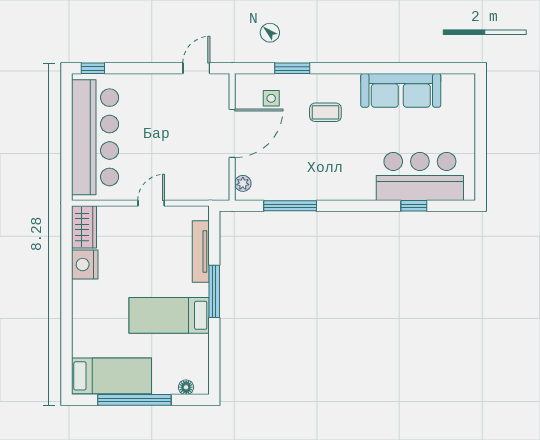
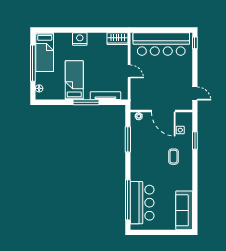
sofa: (401, 90) -> (184, 210), moved
window: (414, 206) -> (128, 200), width x3.17
nightstand: (85, 265) -> (80, 39), moved

